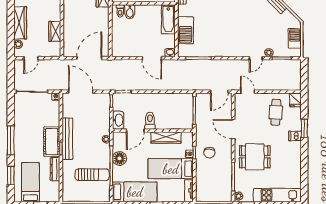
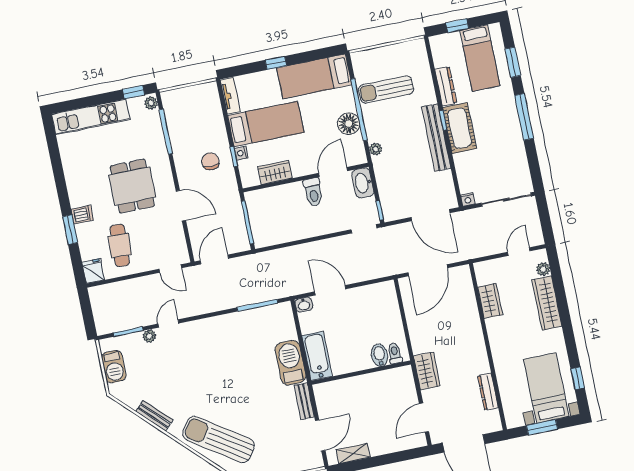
barbecue: (186, 30) -> (290, 363), moved
wardrobe: (166, 138) -> (275, 172), width x0.67
dining table: (255, 157) -> (132, 186), moved, turned 90

